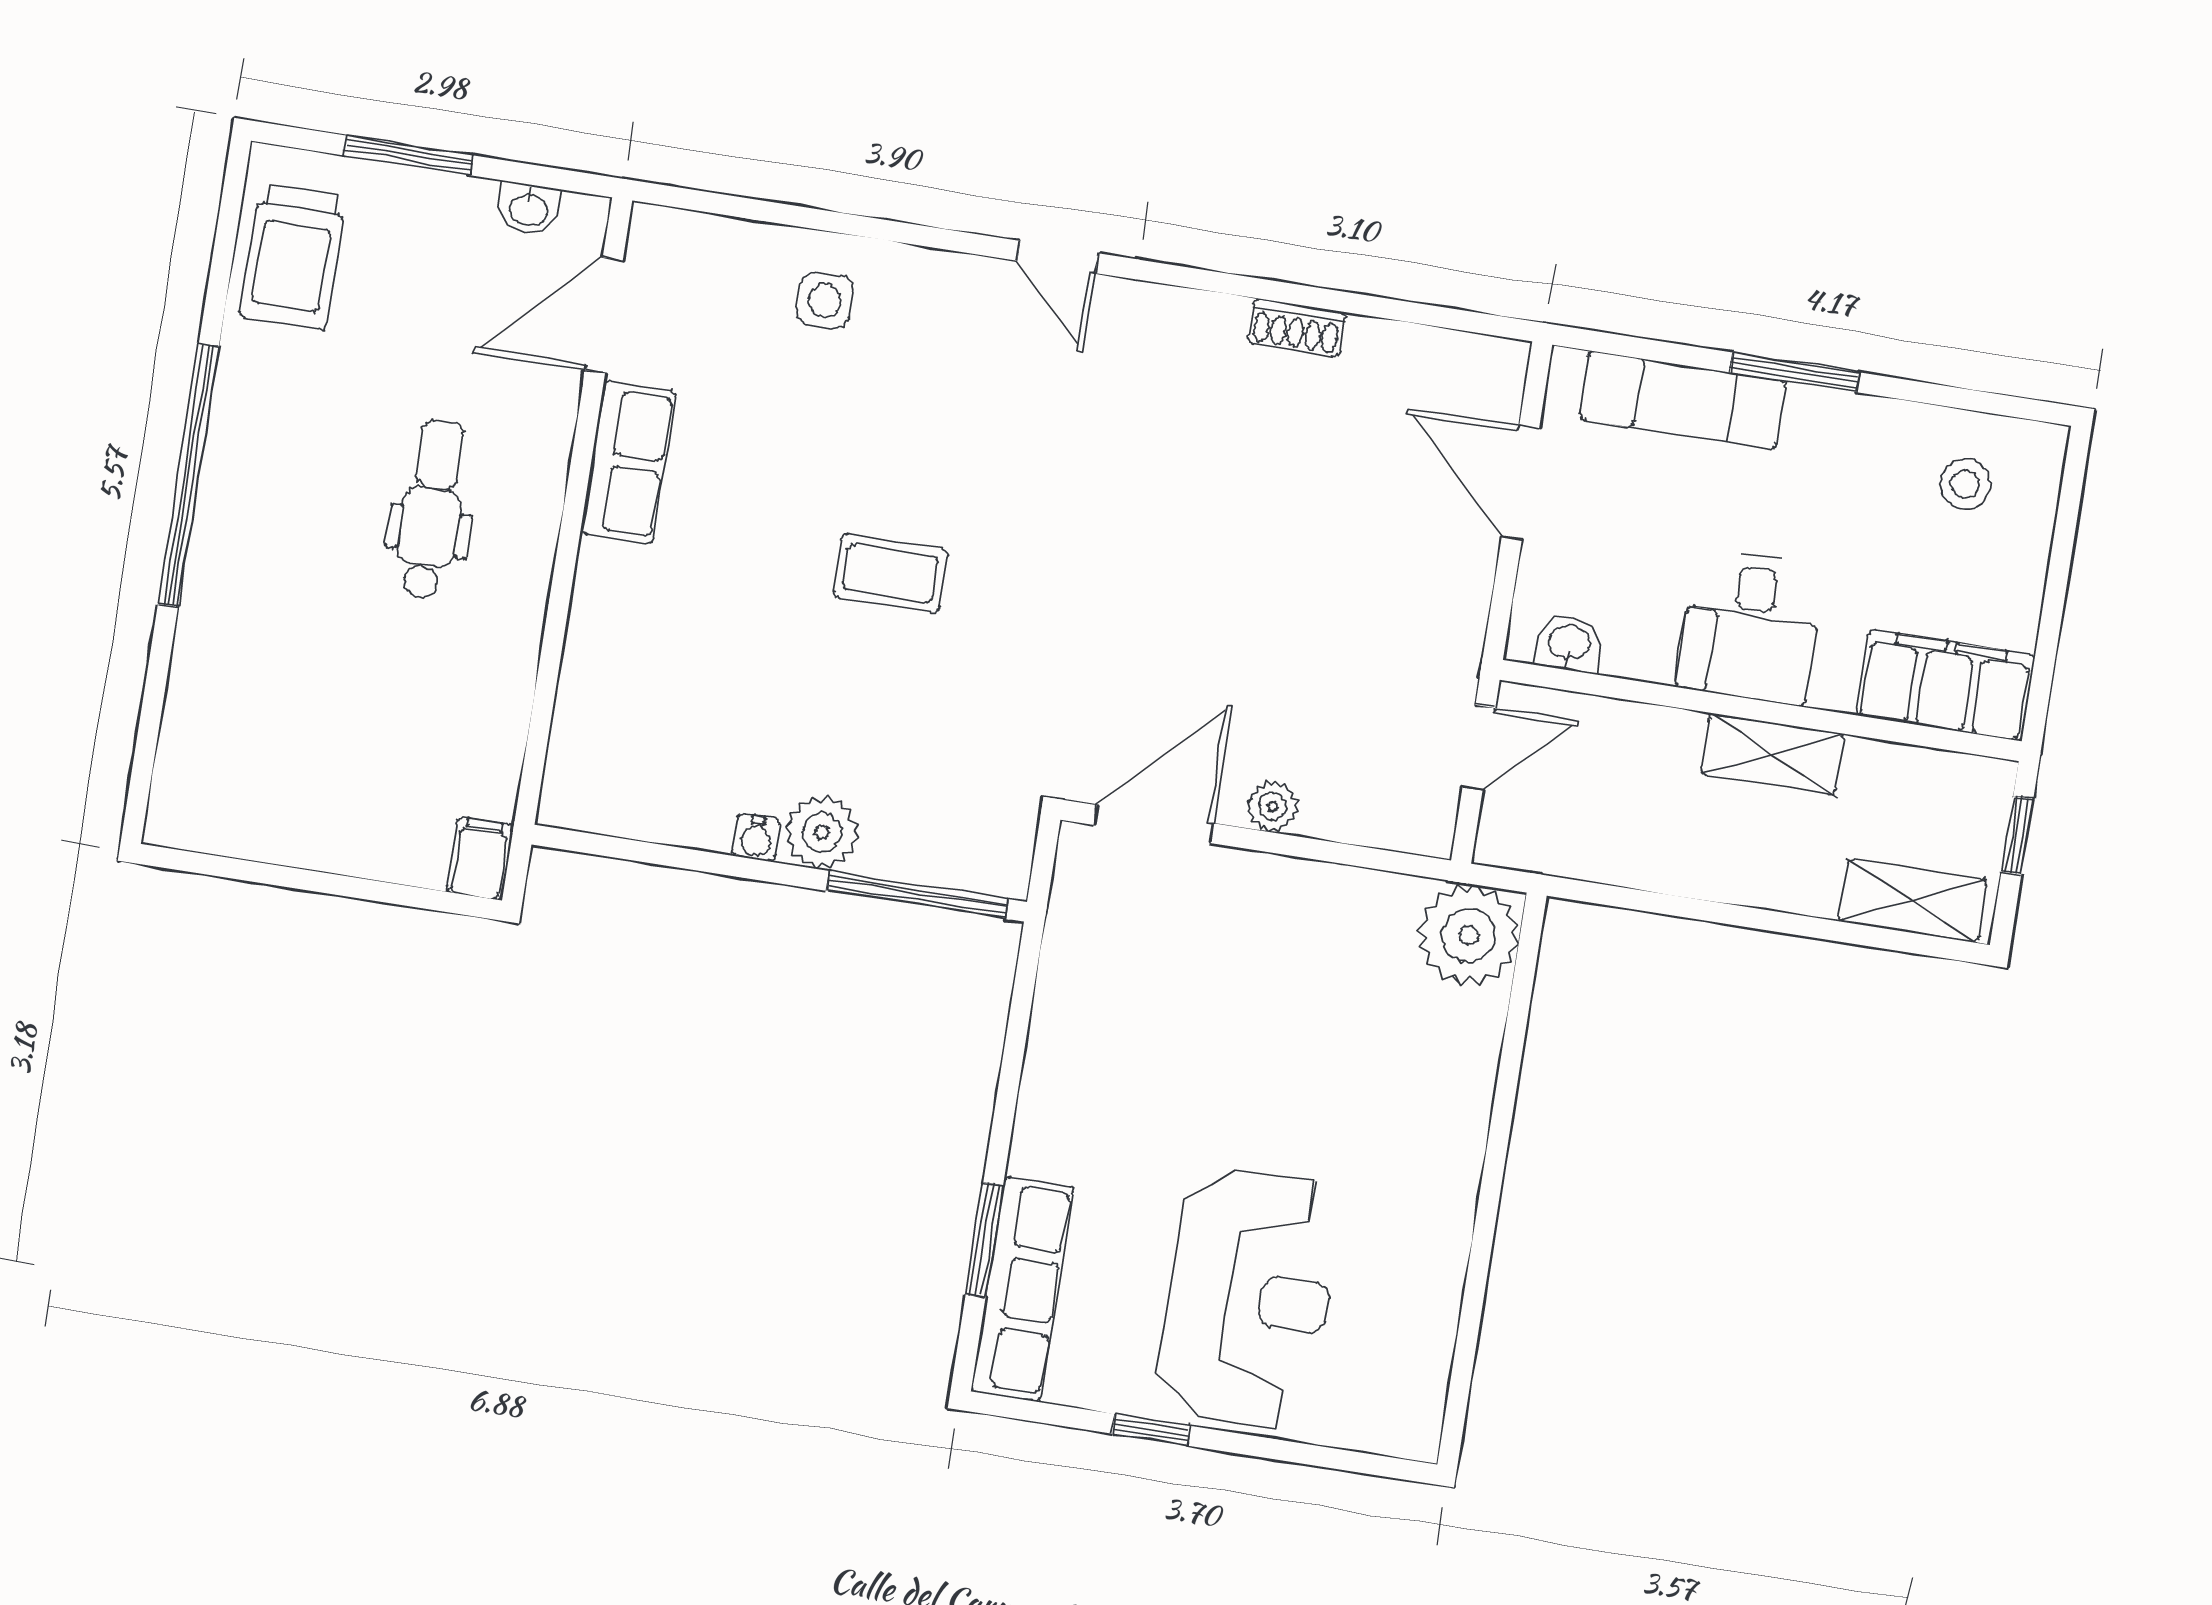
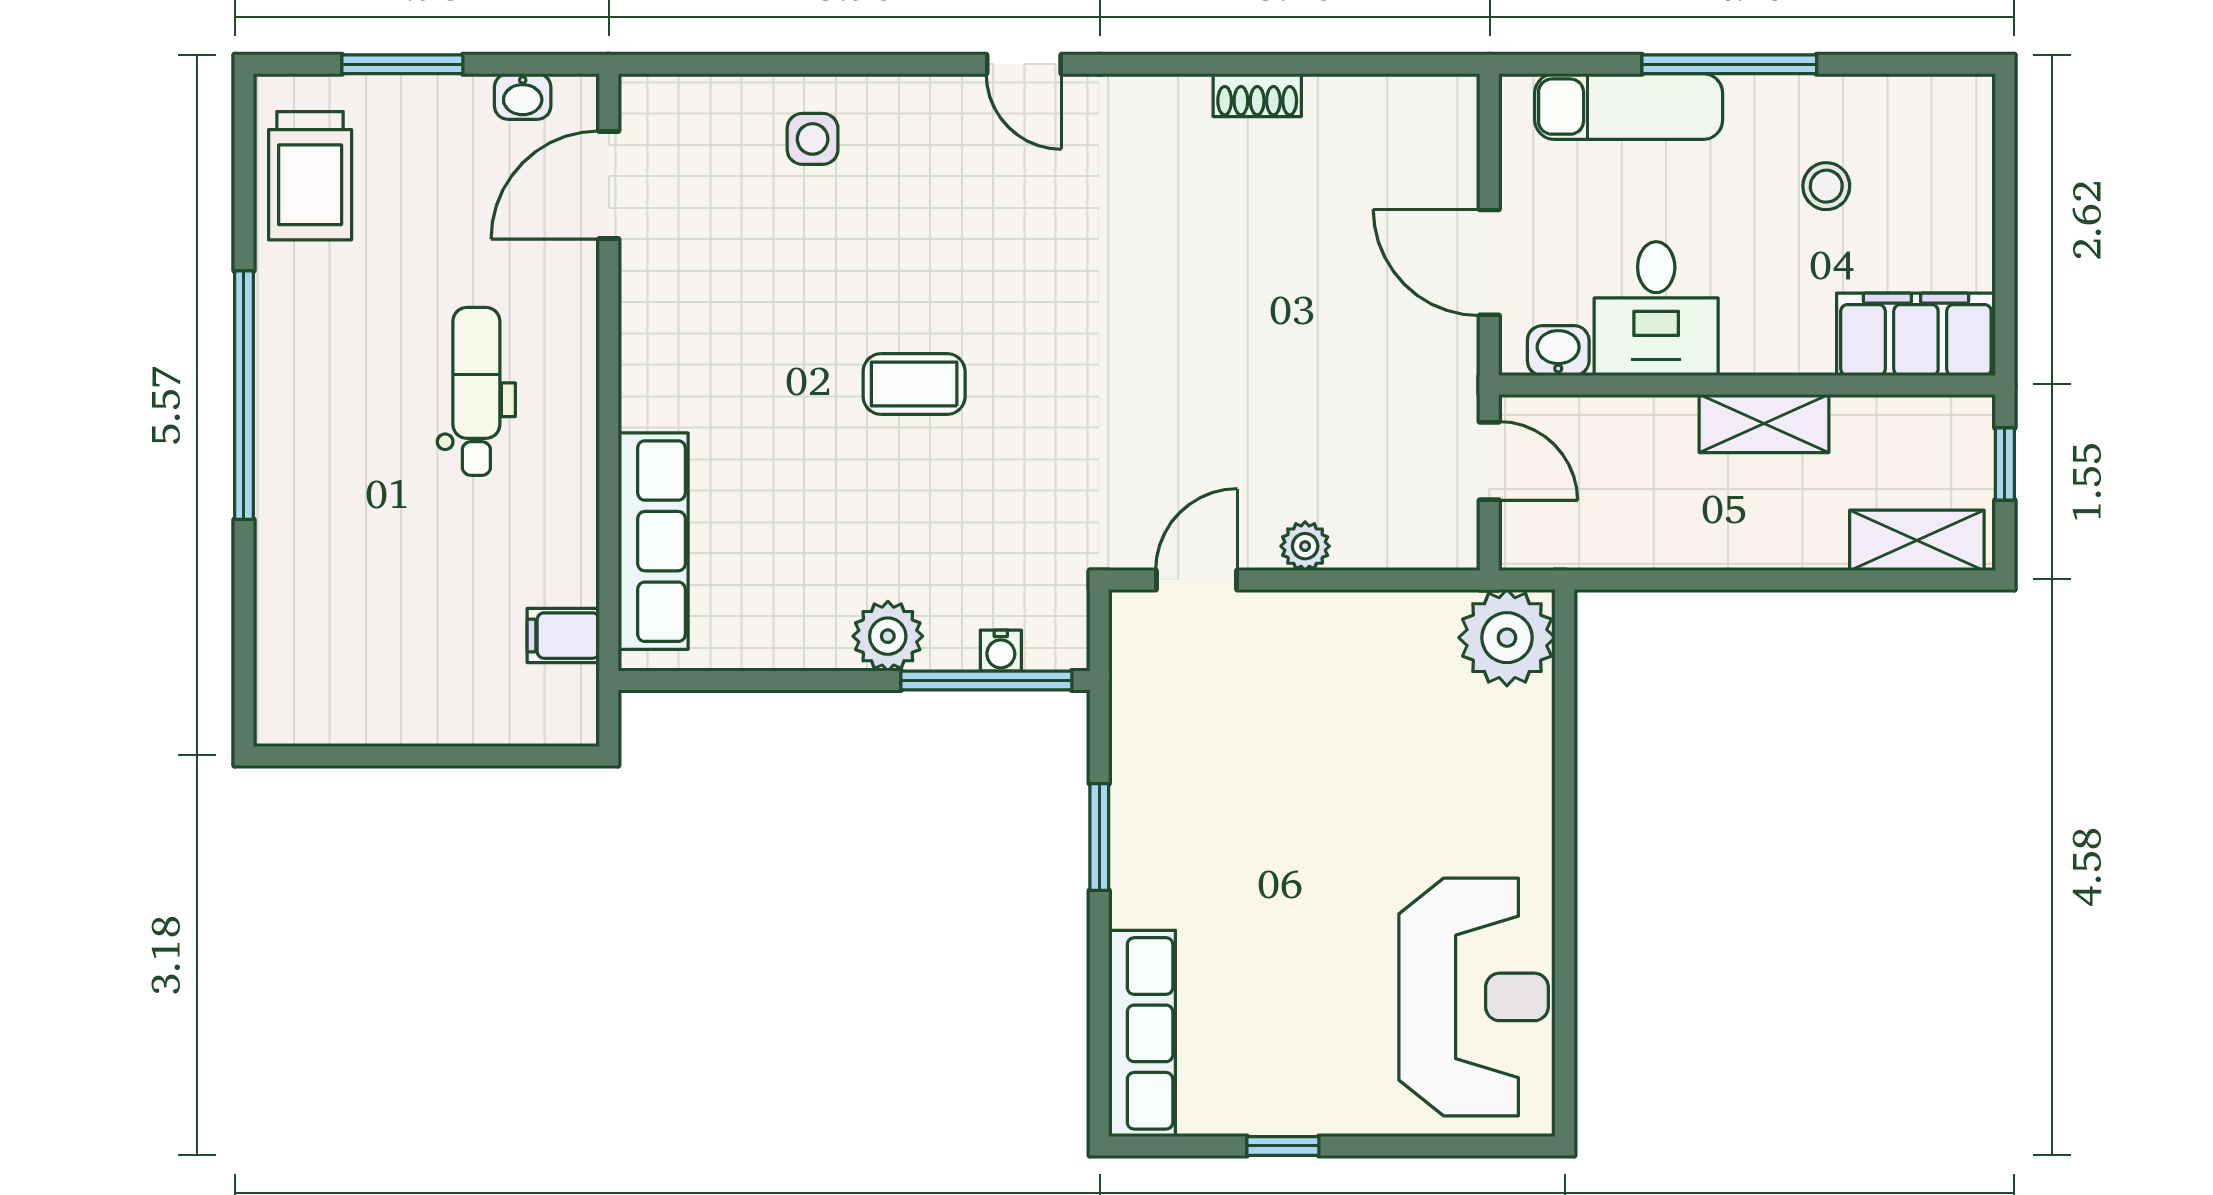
window: (1795, 372) -> (1729, 64), width x1.44
row of seats: (629, 462) -> (653, 541), moved, width x1.48
door: (1520, 483) -> (1489, 262), moved
stool: (1965, 484) -> (1826, 186), moved
desk: (1751, 627) -> (1656, 309), moved
door: (1479, 748) -> (1489, 461), hinge flipped
door: (1154, 824) -> (1196, 580), width x0.73
water cooler: (756, 838) -> (1001, 651), moved
filing cabinet: (480, 858) -> (563, 636), moved, turned -90
window: (984, 1240) -> (1099, 837), moved
reception desk: (1248, 1298) -> (1474, 997), moved

